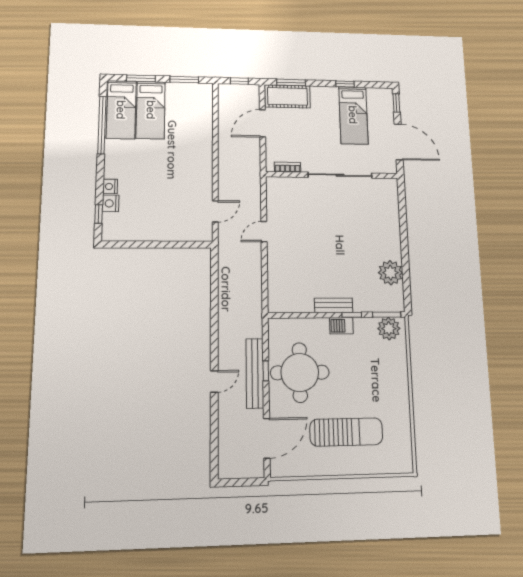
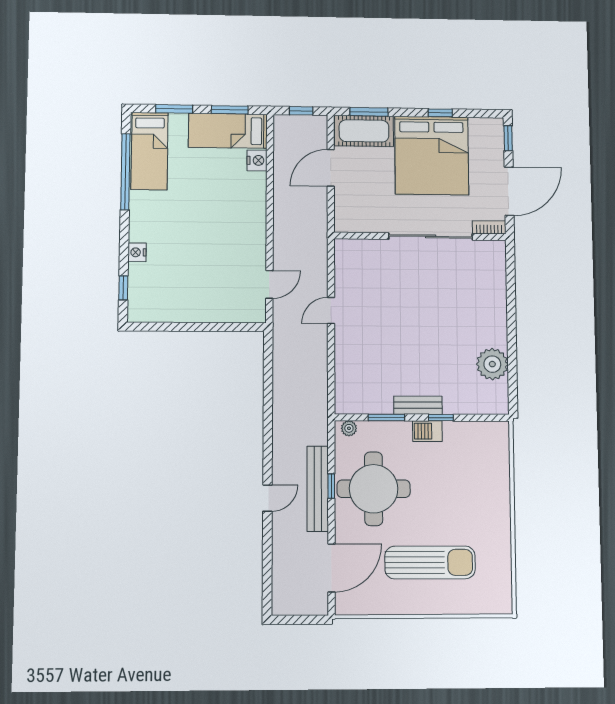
bed: (151, 110) -> (228, 131), moved, turned 90
bed: (353, 115) -> (432, 156), width x2.04
door: (399, 142) -> (509, 191), hinge flipped
bookcase: (288, 167) -> (489, 227), moved
nightstand: (110, 203) -> (257, 160), moved, turned 180
window: (387, 315) -> (386, 418), moved
plant: (389, 329) -> (349, 428), moved, width x0.53, depth x0.53

